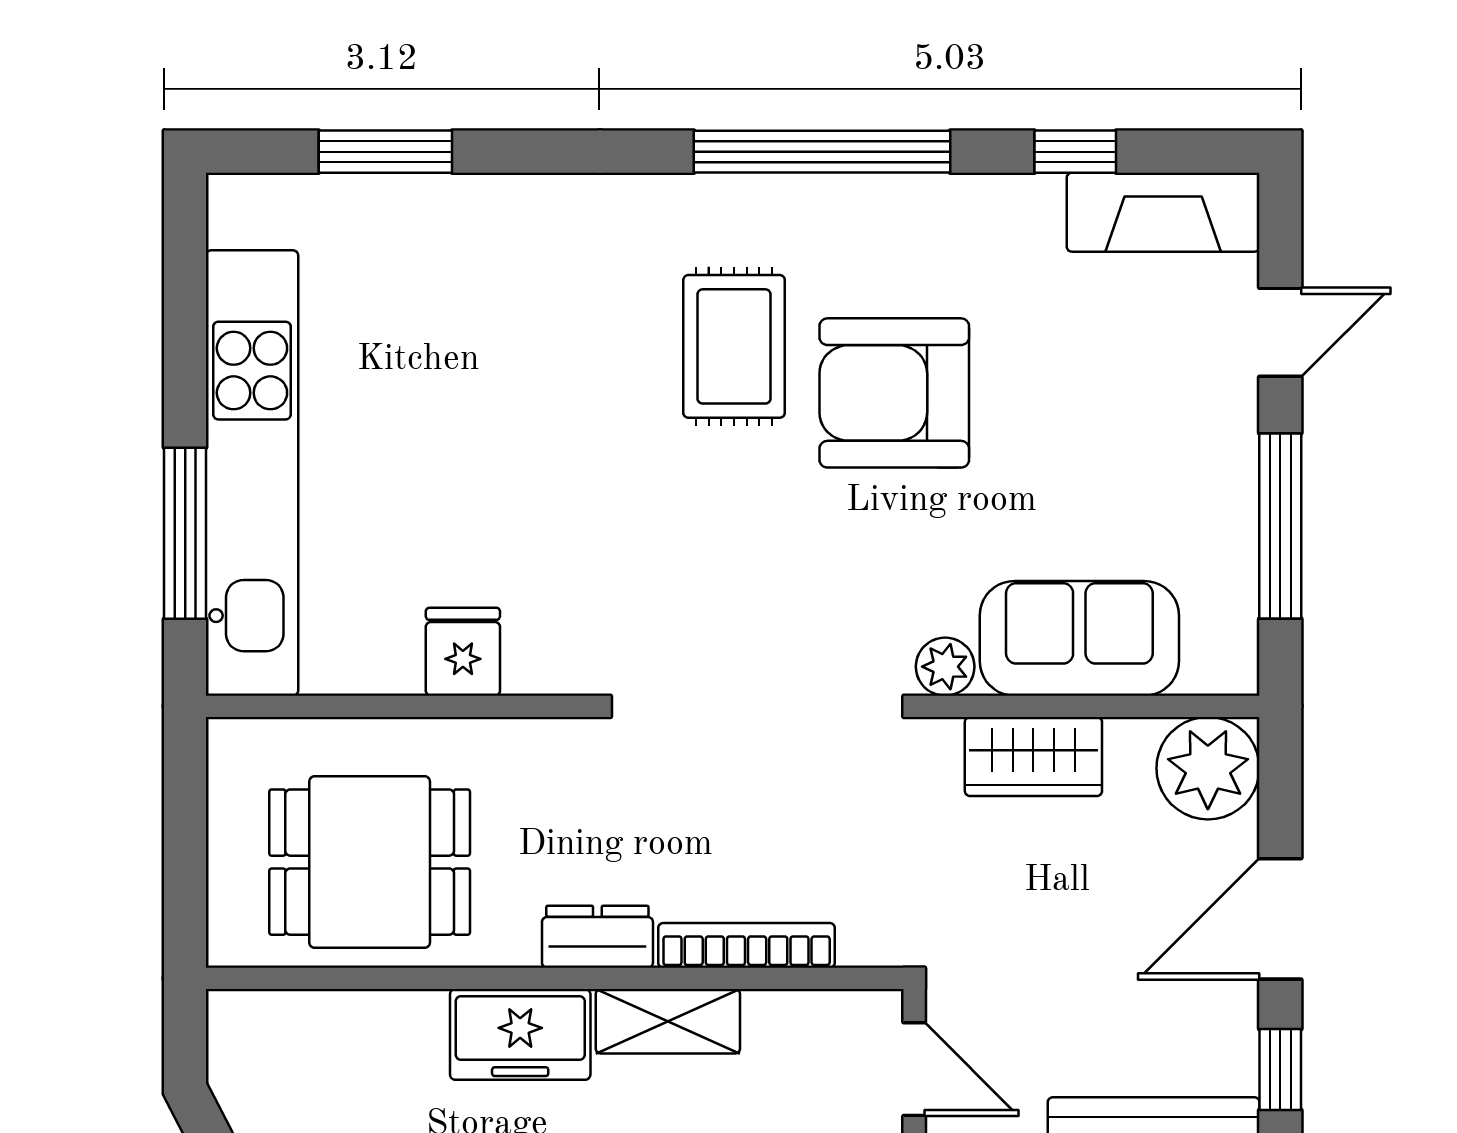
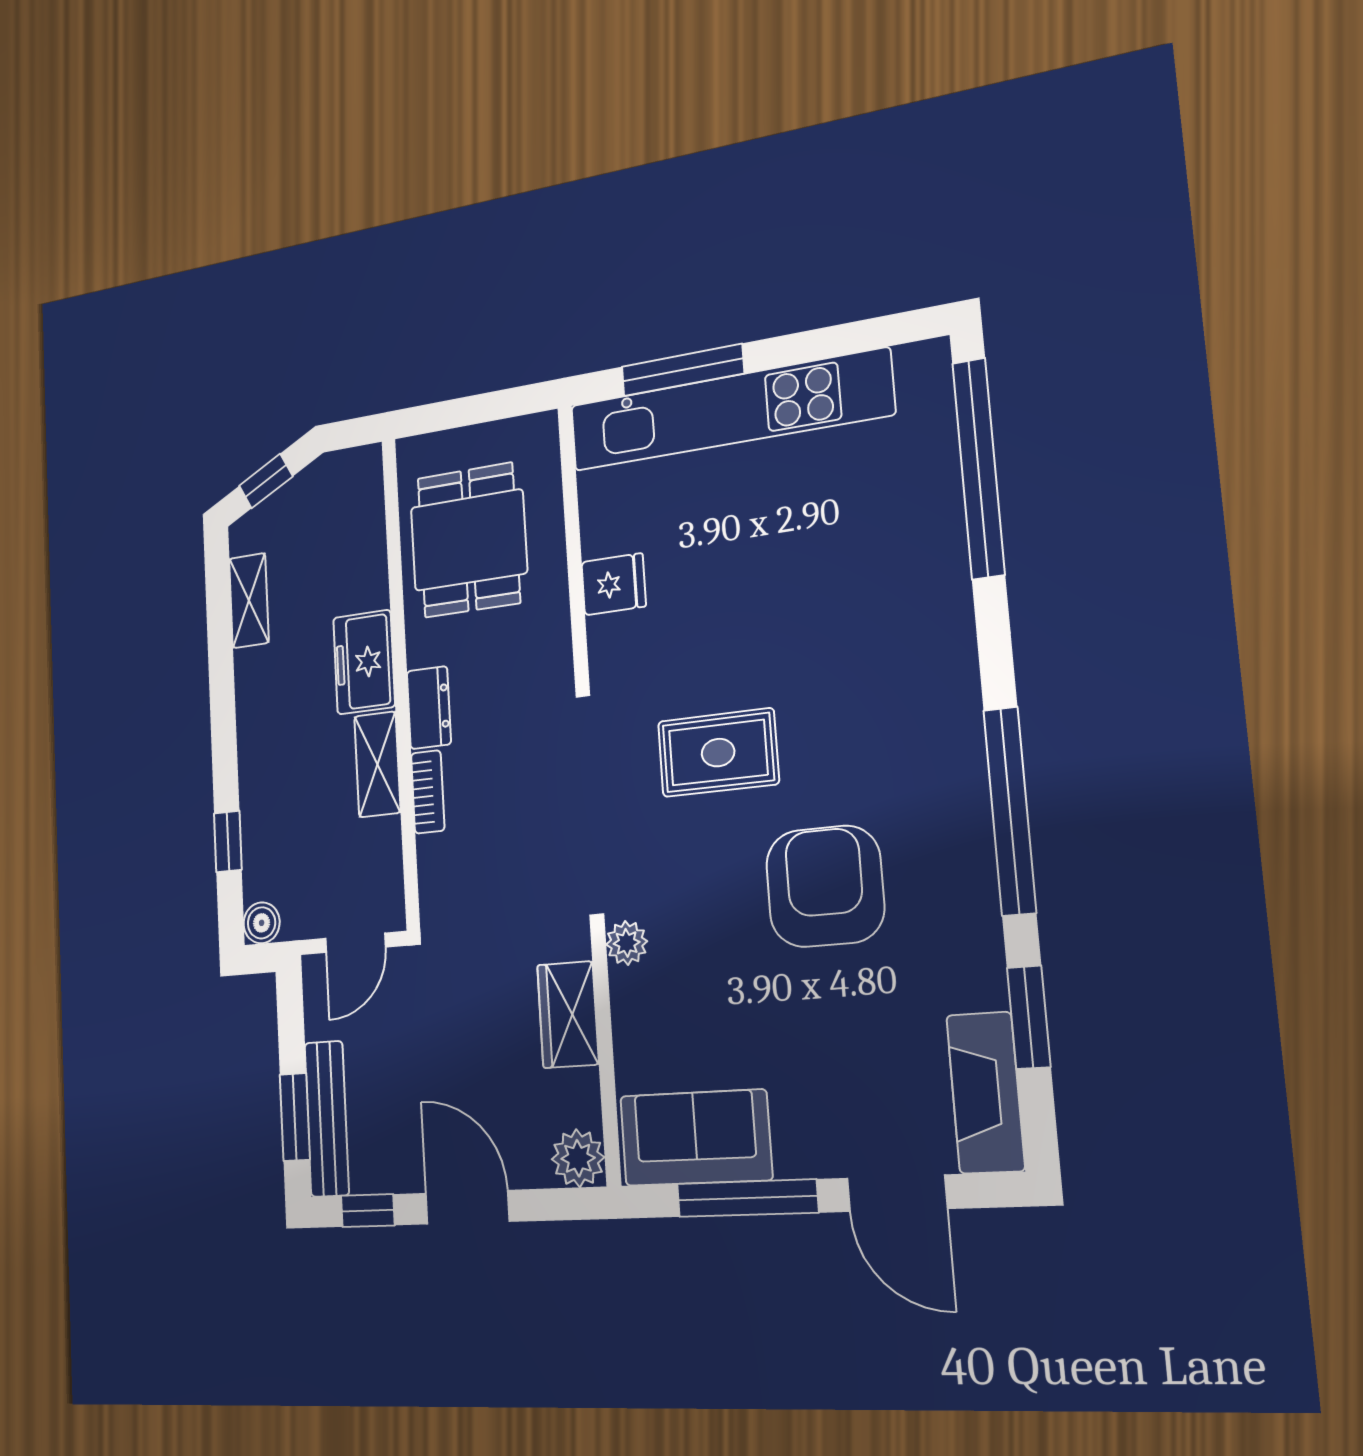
window: (385, 152) -> (978, 468), width x2.11
window: (1075, 152) -> (1029, 1017), width x1.50
door: (1280, 332) -> (897, 1193), width x1.38
rug: (734, 346) -> (718, 753), moved
sofa: (1079, 638) -> (696, 1138), moved, turned -90
plant: (1208, 768) -> (578, 1158), width x0.73, depth x0.73
bookcase: (747, 945) -> (428, 792), width x0.64

